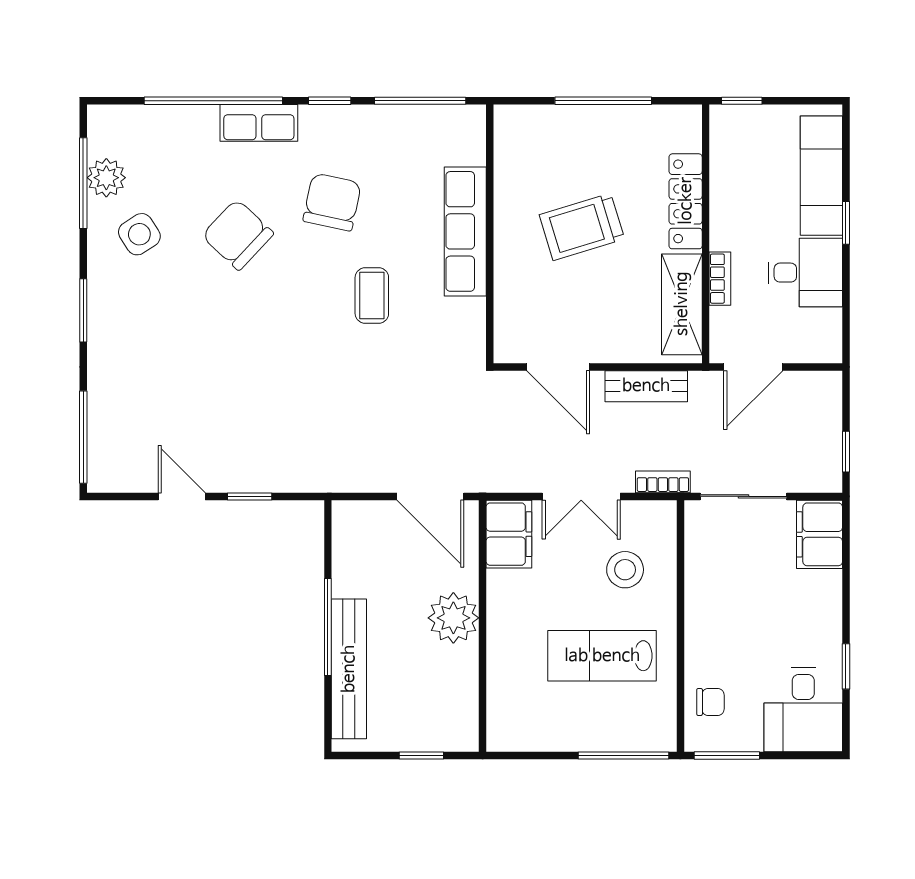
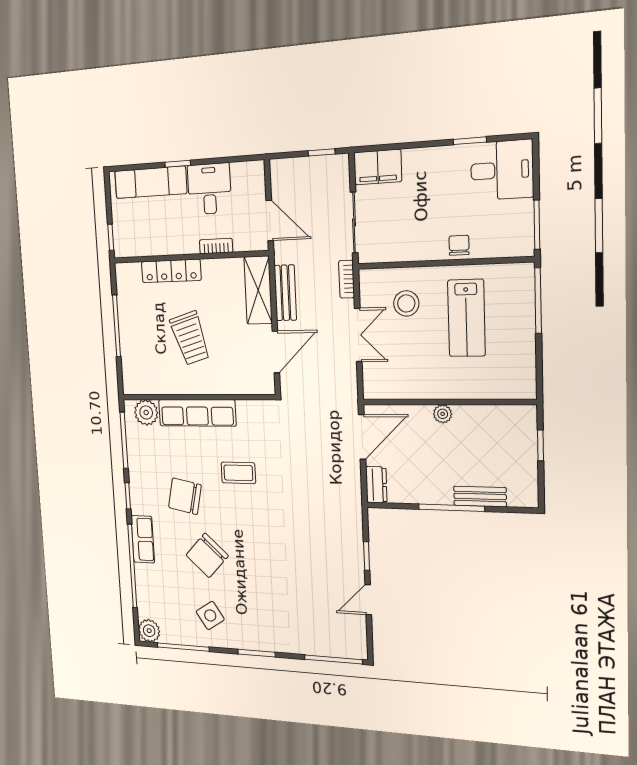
plant: (465, 143) -> (146, 412), added
plant: (106, 178) -> (149, 631), moved
shelving: (682, 304) -> (258, 290), moved, turned 90
dresser: (359, 515) -> (376, 485), added
filing cabinet: (509, 534) -> (385, 384), removed
plant: (453, 618) -> (443, 414), width x0.53, depth x0.53
bench: (349, 669) -> (480, 496), width x0.54, depth x0.82
chair: (710, 702) -> (459, 245), moved

